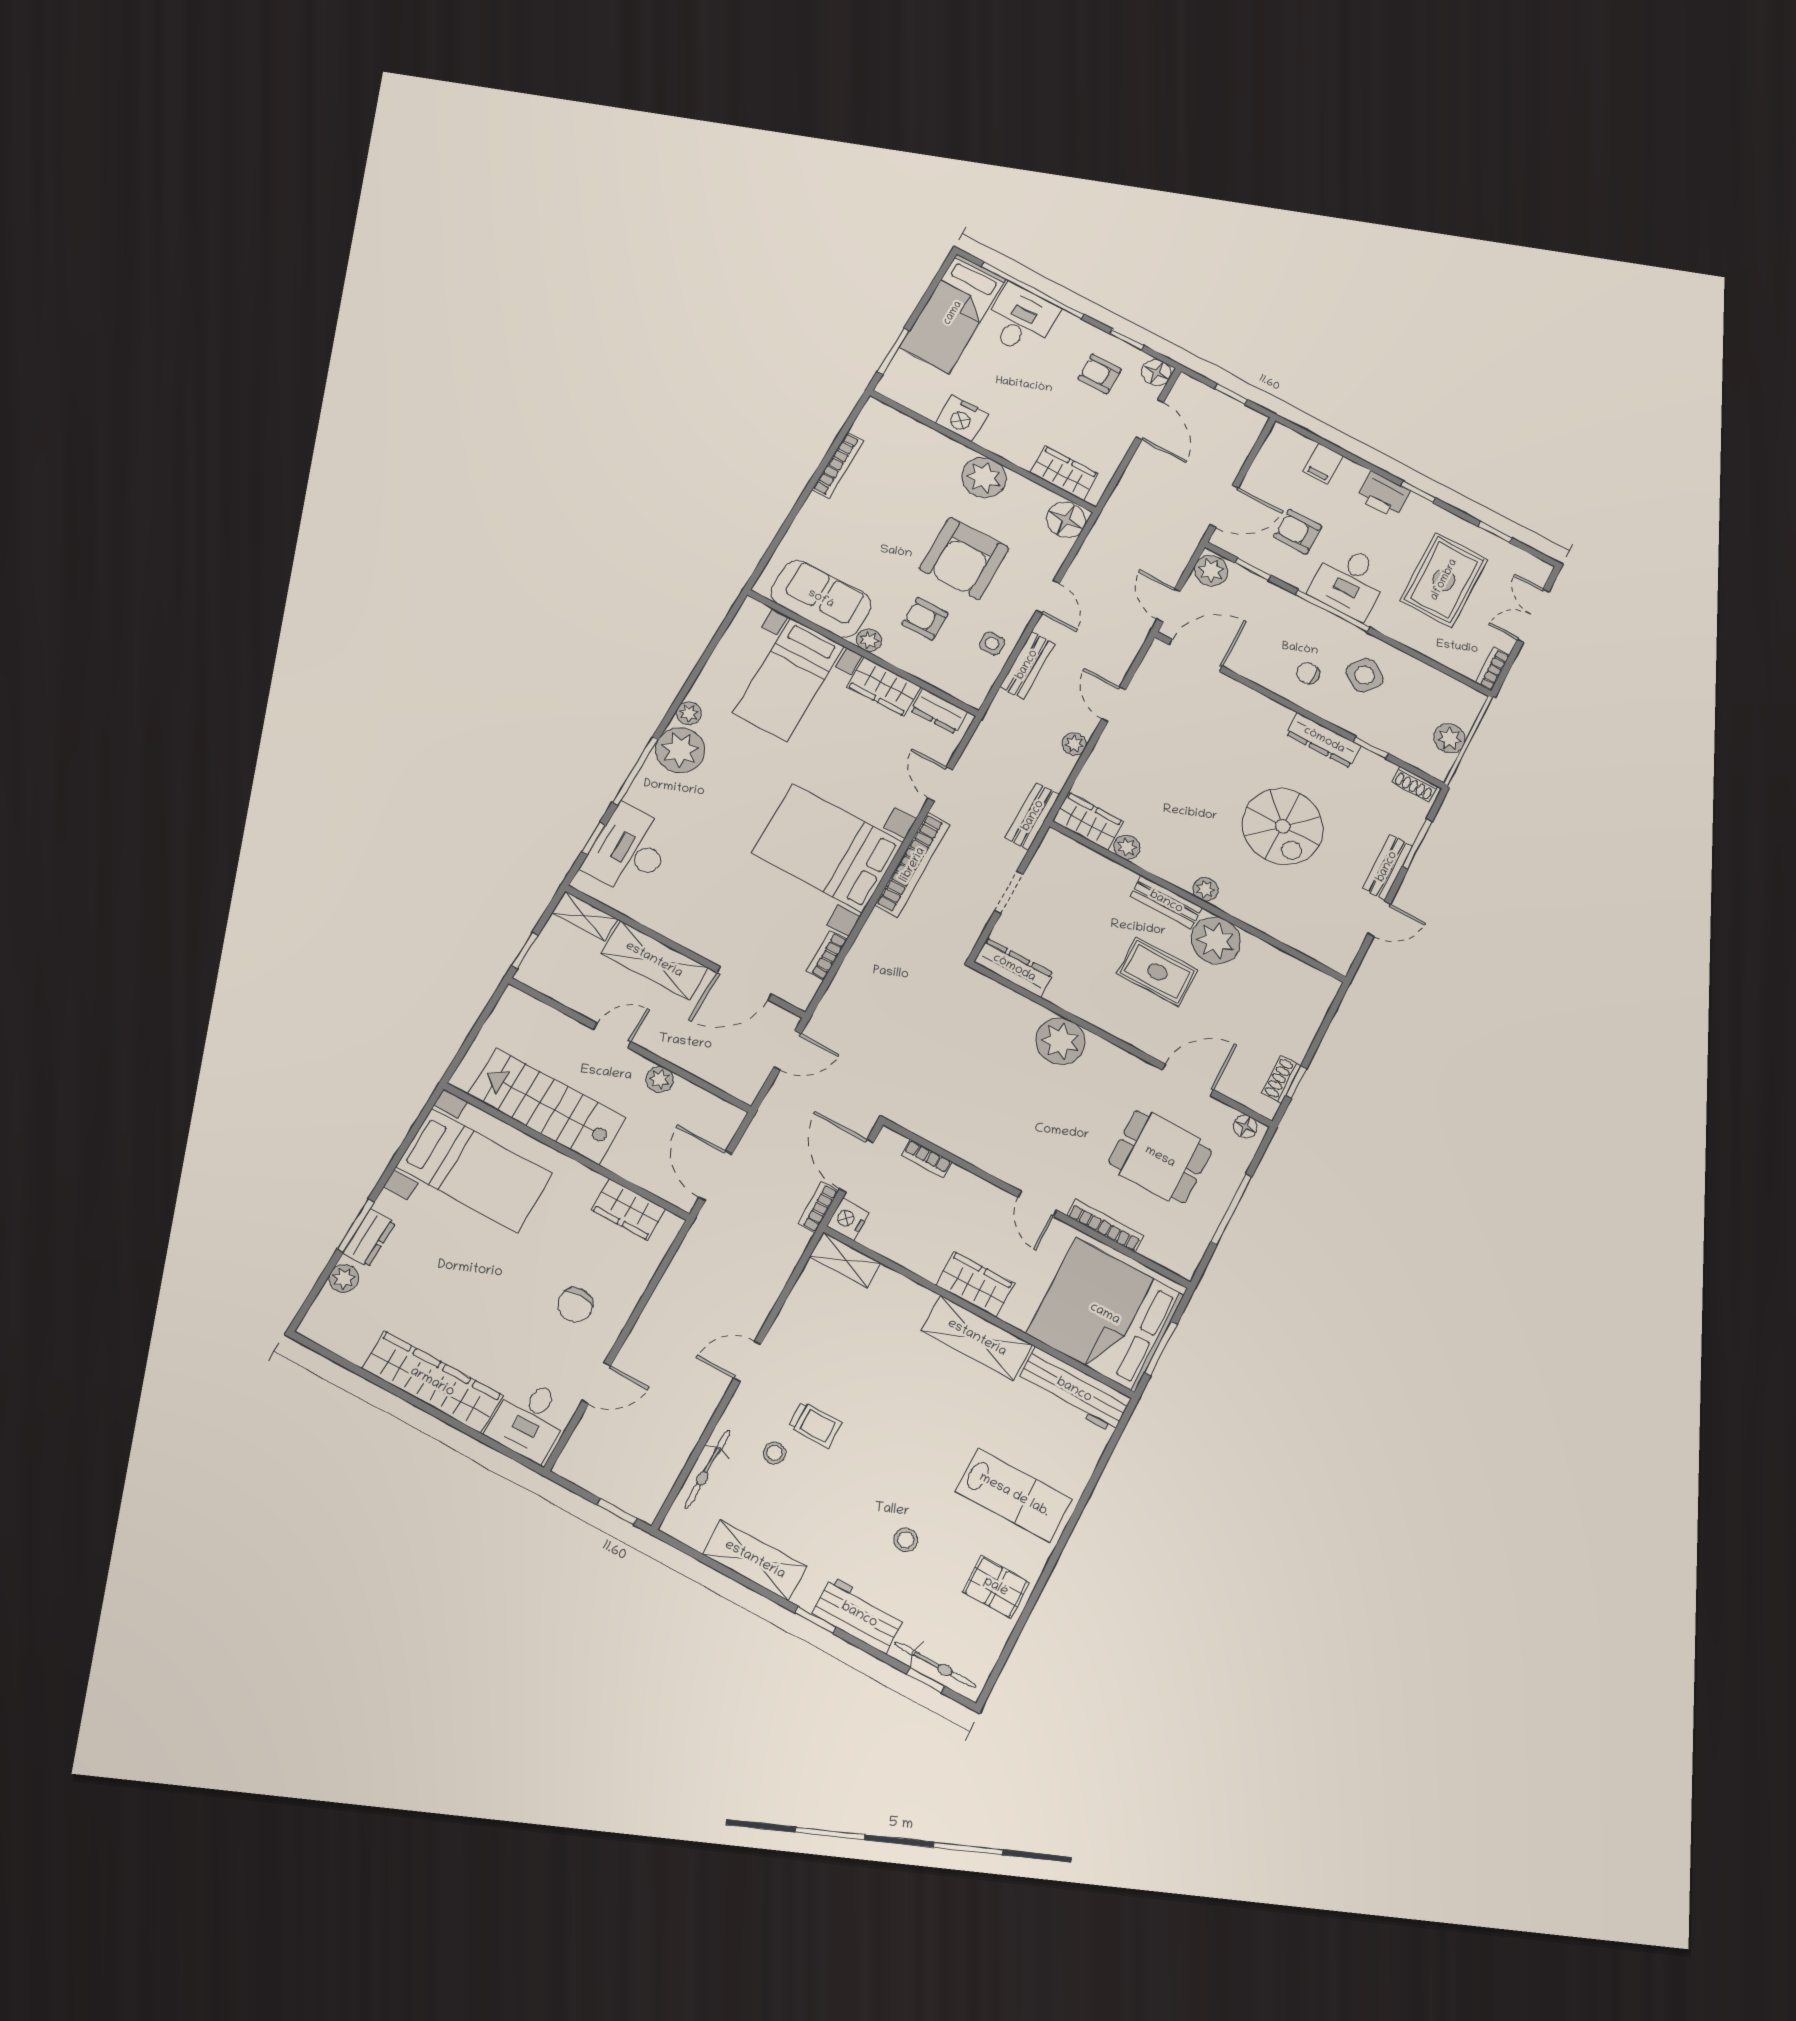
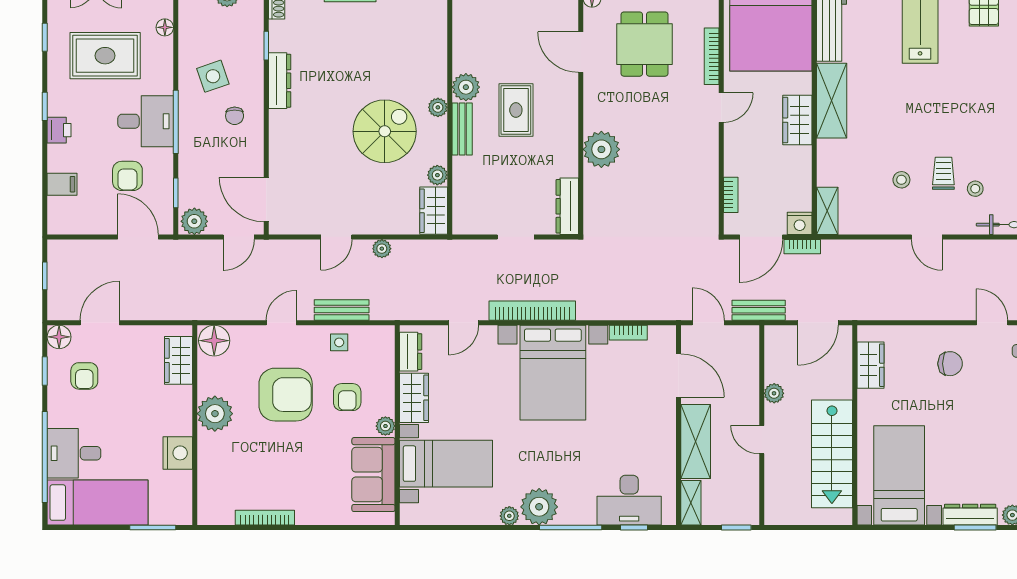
printer: (1383, 495) -> (59, 130), width x0.73, depth x0.81
floor lamp: (1445, 656) -> (165, 27), added
side table: (1364, 675) -> (213, 76), turned 34
bench: (1033, 816) -> (759, 310), moved
spiral stairs: (1283, 826) -> (385, 131), moved
plant: (1216, 940) -> (466, 87), width x0.73, depth x0.73
dresser: (369, 1238) -> (970, 515), width x1.44
stool: (906, 1540) -> (901, 180), moved

